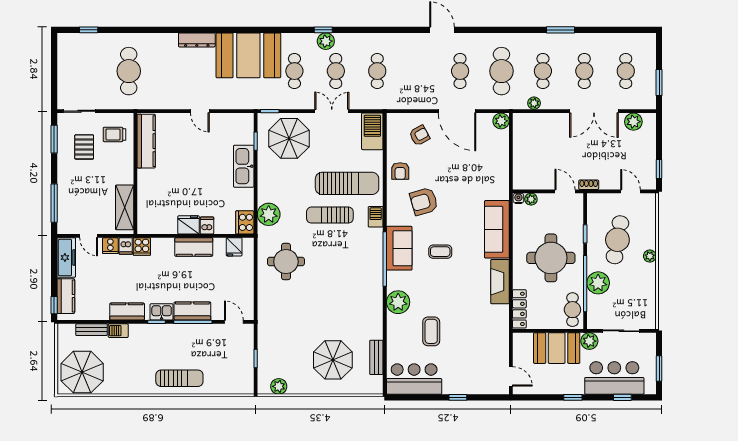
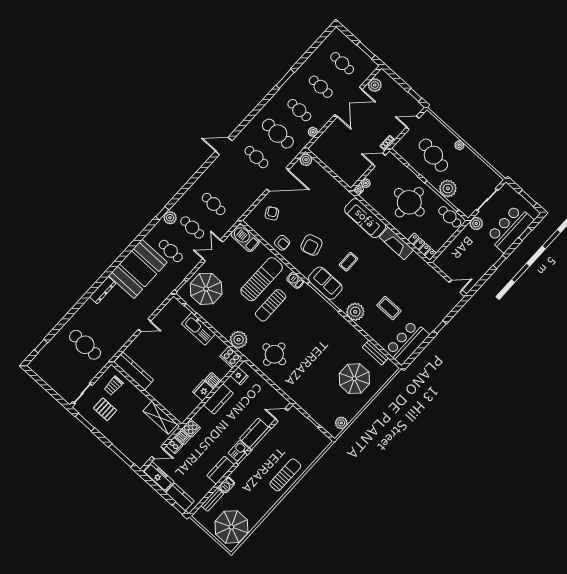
booth: (557, 348) -> (463, 246), removed

